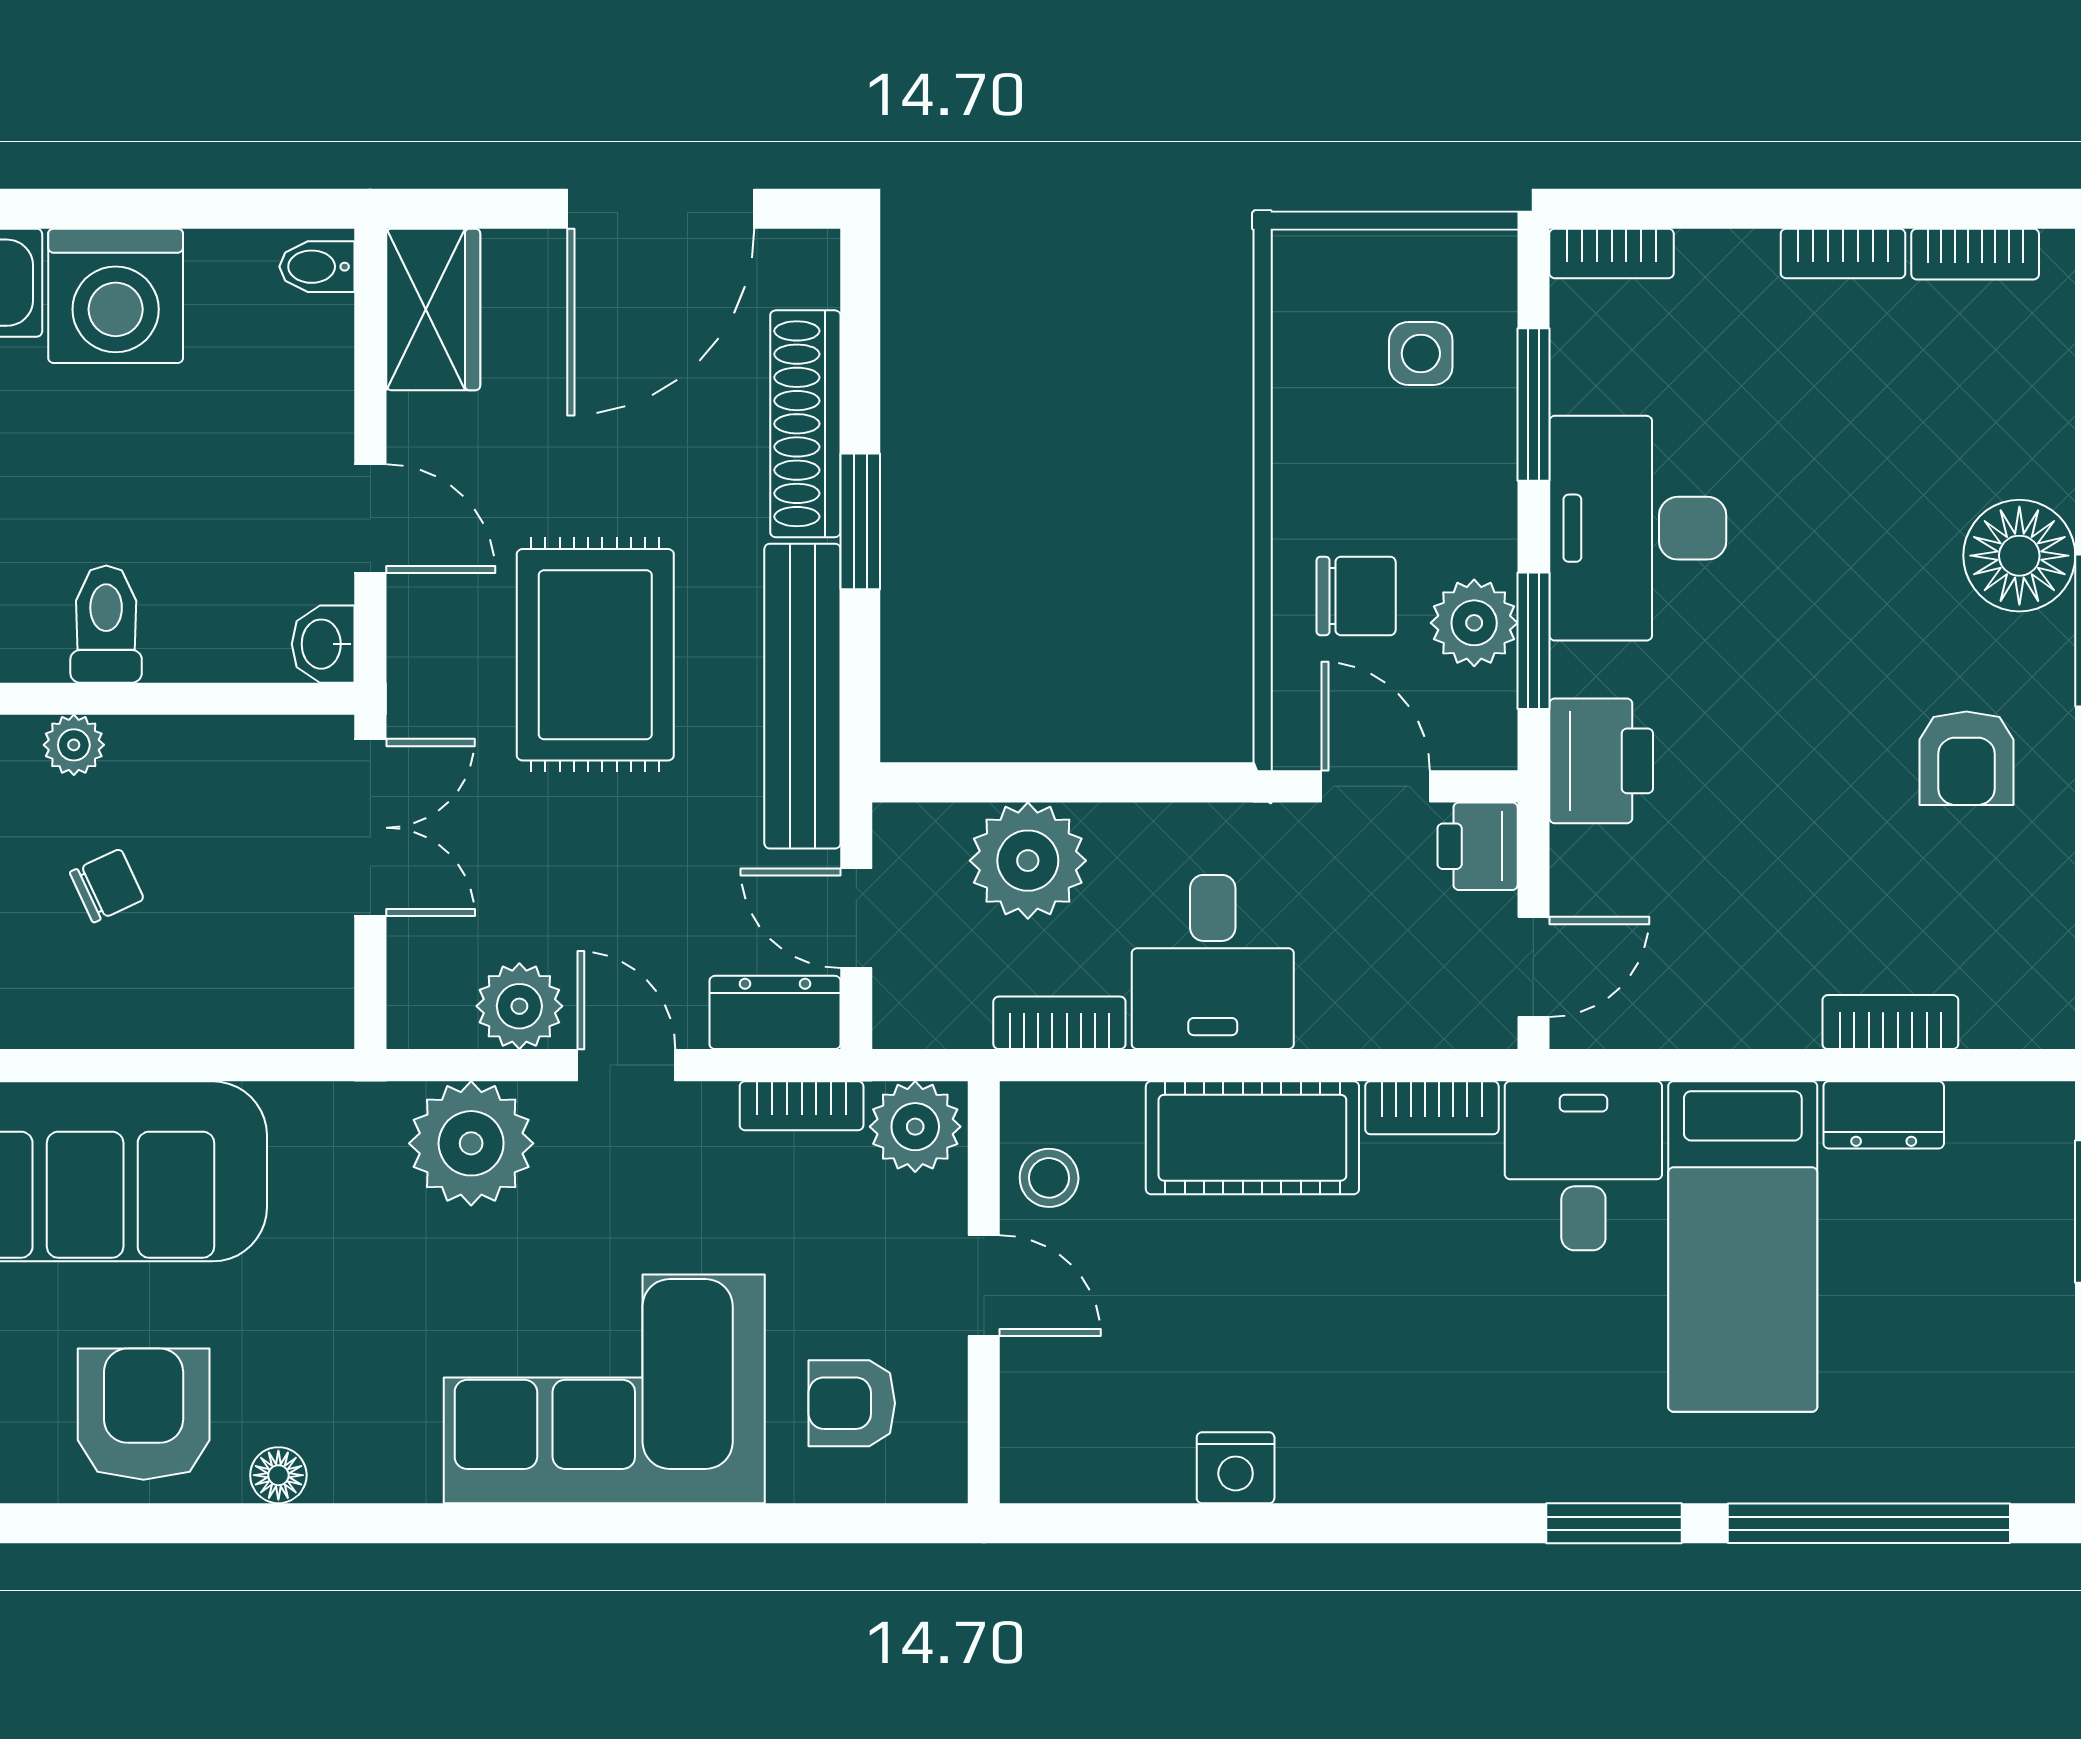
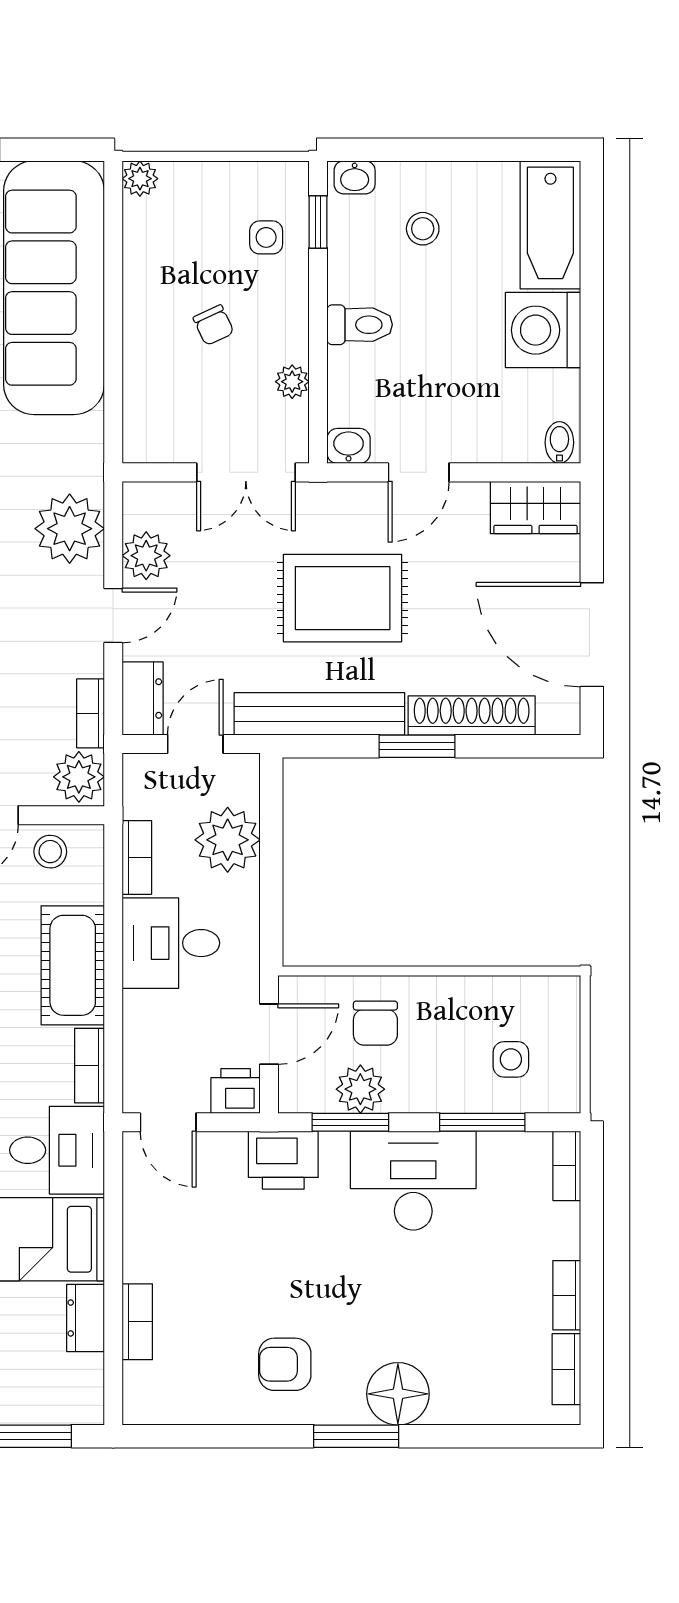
plant: (74, 745) -> (292, 382), moved

